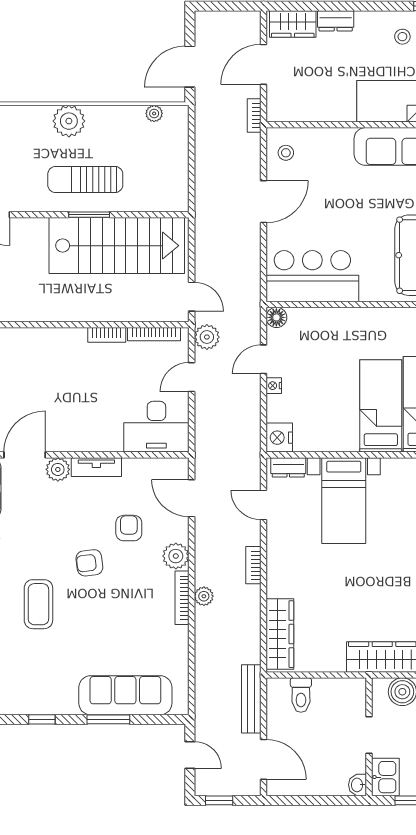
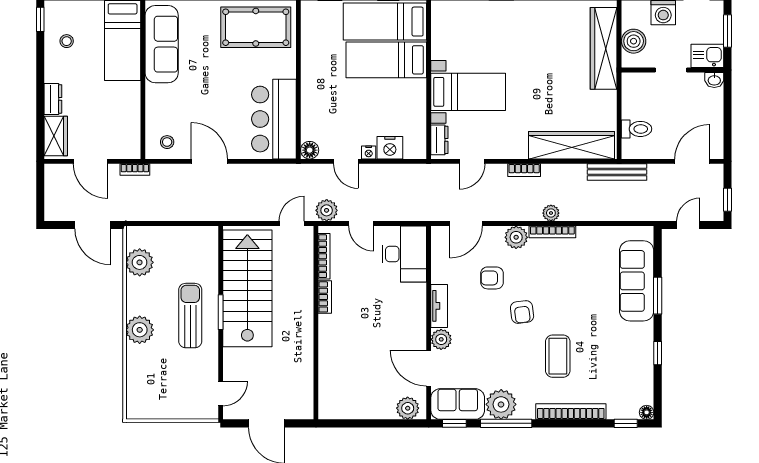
plant: (154, 113) -> (140, 262), width x1.87, depth x1.87
sun lounger: (85, 180) -> (190, 316), turned 180
nightstand: (279, 438) -> (390, 148), moved
coffee table: (38, 604) -> (558, 356), turned 90
wardrobe: (280, 634) -> (571, 145), width x1.40, depth x1.17
bench: (251, 699) -> (617, 172), moved

